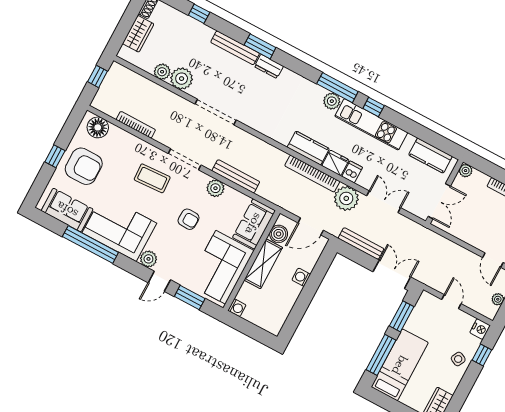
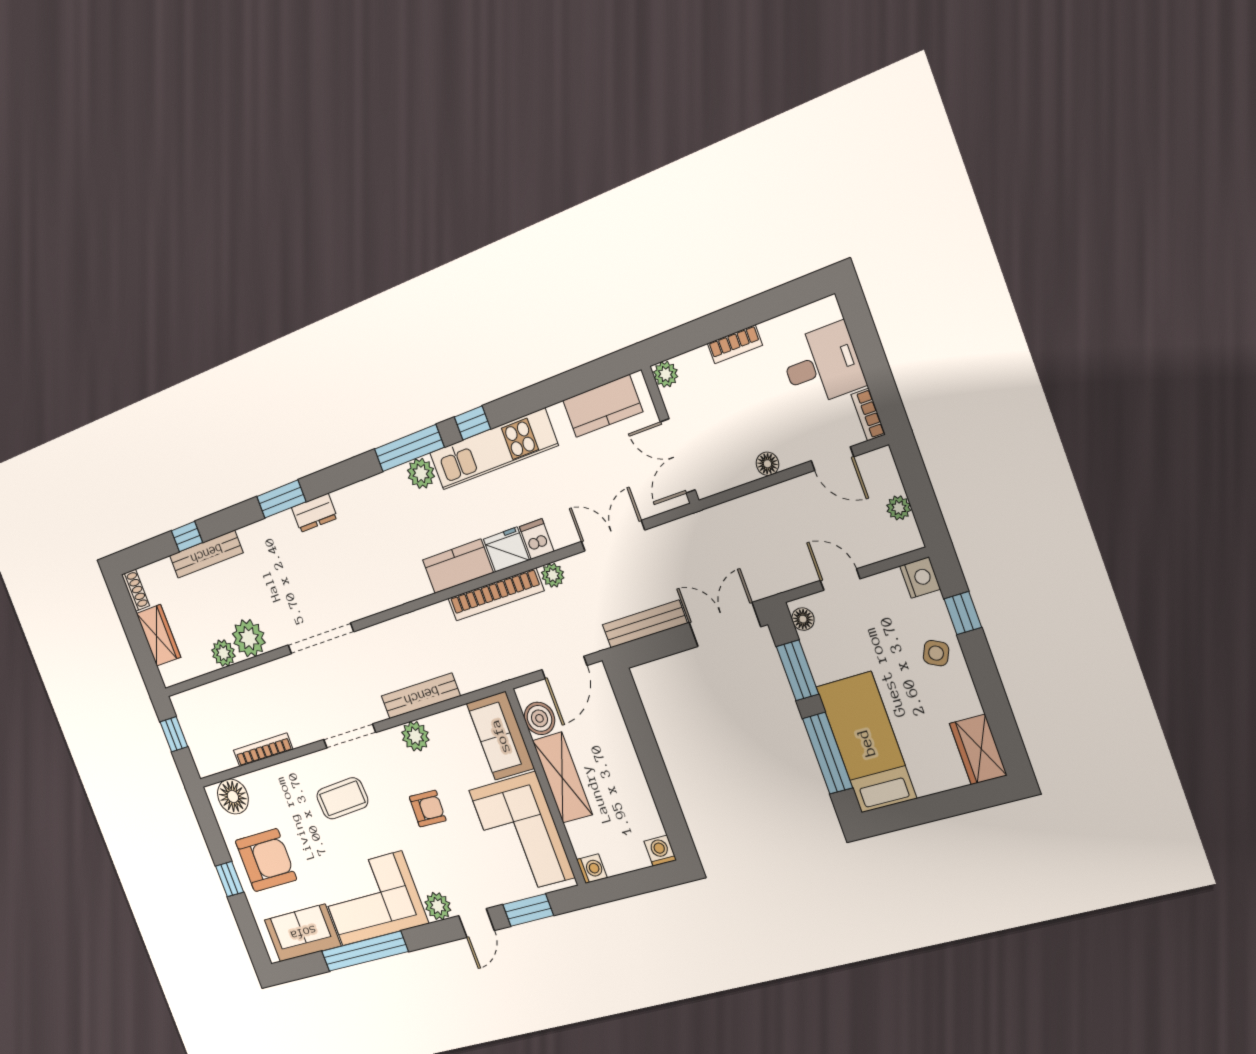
bench: (235, 48) -> (206, 554), moved
plant: (346, 198) -> (553, 575), width x0.53, depth x0.53
double door: (439, 201) -> (678, 456), swing flipped
floor lamp: (468, 238) -> (767, 464), added
washing machine: (301, 277) -> (660, 851), moved, turned 90
floor lamp: (423, 301) -> (803, 619), added

